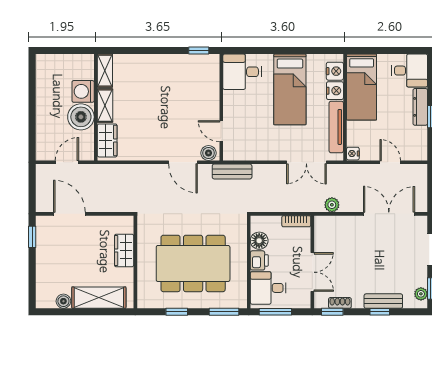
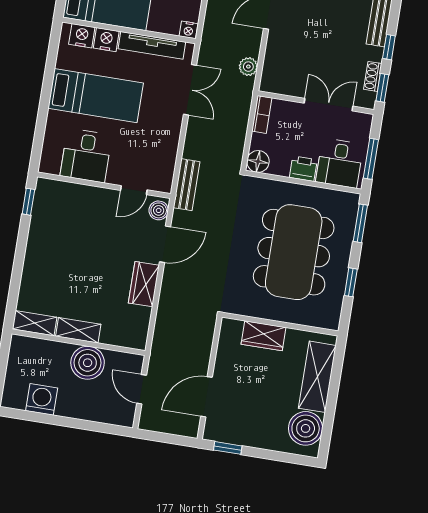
desk: (242, 72) -> (86, 155), moved
washing machine: (83, 91) -> (42, 399), moved, turned 180
wardrobe: (107, 140) -> (144, 284), moved, turned -90
floor lamp: (259, 241) -> (258, 161), moved
boiler: (63, 301) -> (306, 428), width x1.86, depth x1.86
window: (380, 312) -> (389, 47), moved

